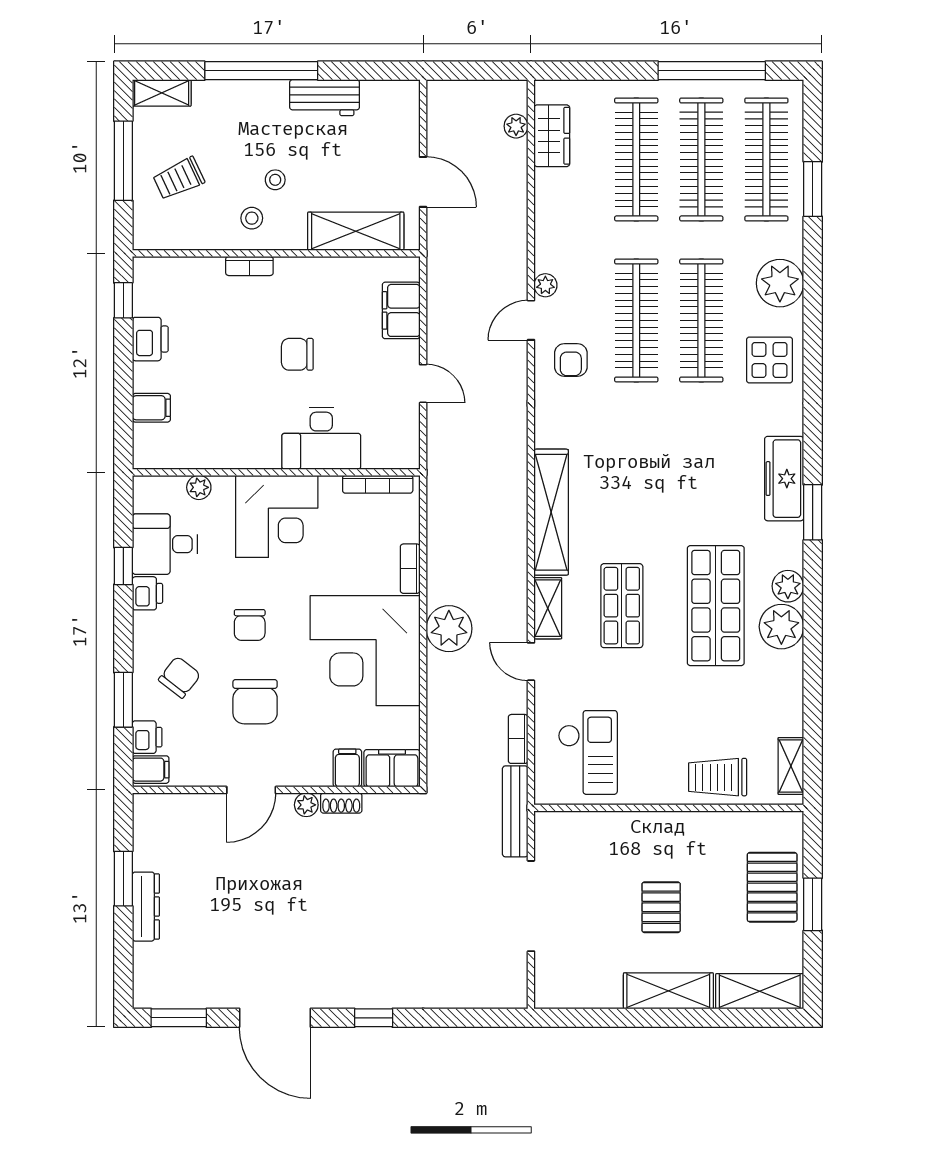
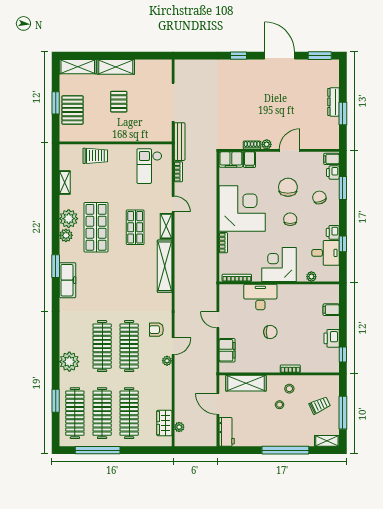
workbench: (325, 98) -> (227, 432), moved, turned 90
armchair: (571, 360) -> (156, 330), turned -90
display table: (770, 360) -> (74, 330), removed
plant: (449, 629) -> (207, 218), removed
chair: (180, 677) -> (319, 197), turned 124
shelving: (791, 766) -> (65, 182), moved

